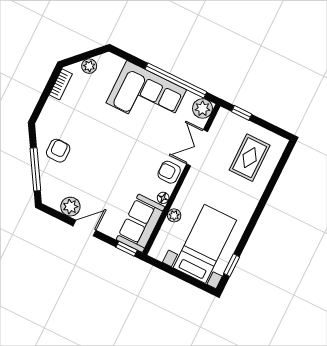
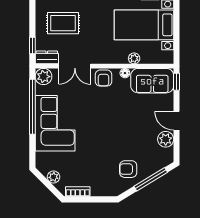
dresser: (221, 122) -> (47, 57), added

